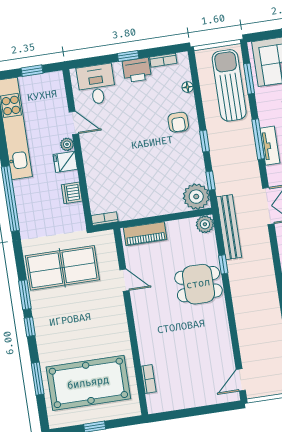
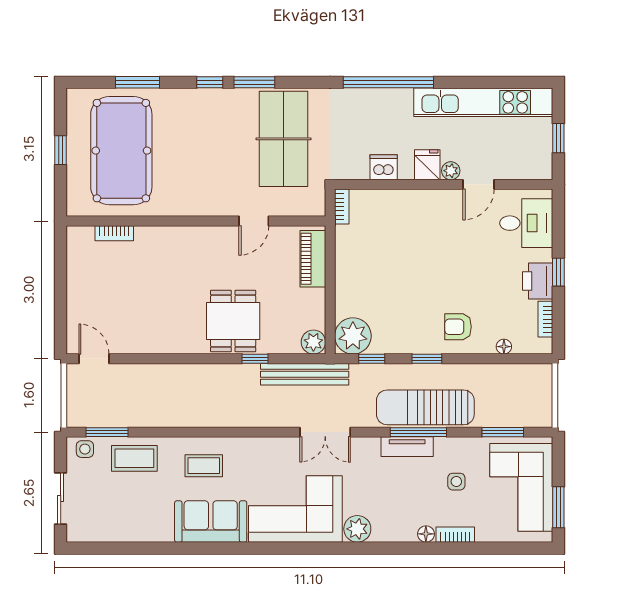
sun lounger: (229, 85) -> (425, 407), moved, turned 180

